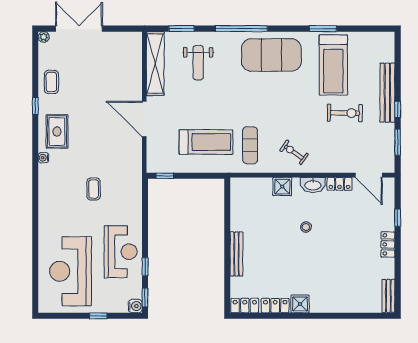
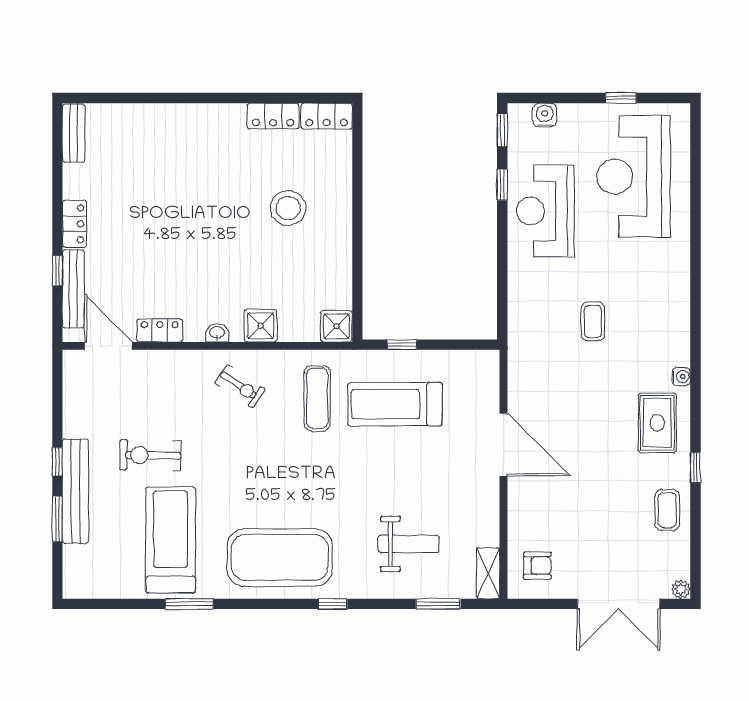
window: (241, 29) -> (333, 604), width x0.32
armchair: (125, 50) -> (537, 566), added
weight bench: (198, 63) -> (409, 544), turned 90
shelving: (155, 64) -> (488, 573), width x0.45, depth x0.75
window: (398, 142) -> (57, 519), moved
window: (165, 176) -> (402, 345), moved
washbasin: (313, 185) -> (217, 333), width x0.52, depth x0.69
stool: (306, 227) -> (288, 208), moved, width x1.89, depth x1.89
bench: (236, 254) -> (73, 289), moved
reception desk: (70, 271) -> (634, 177), turned 180
shower: (300, 304) -> (336, 326), moved
water cooler: (135, 306) -> (545, 115), moved, turned 90
window: (98, 316) -> (621, 98), moved

